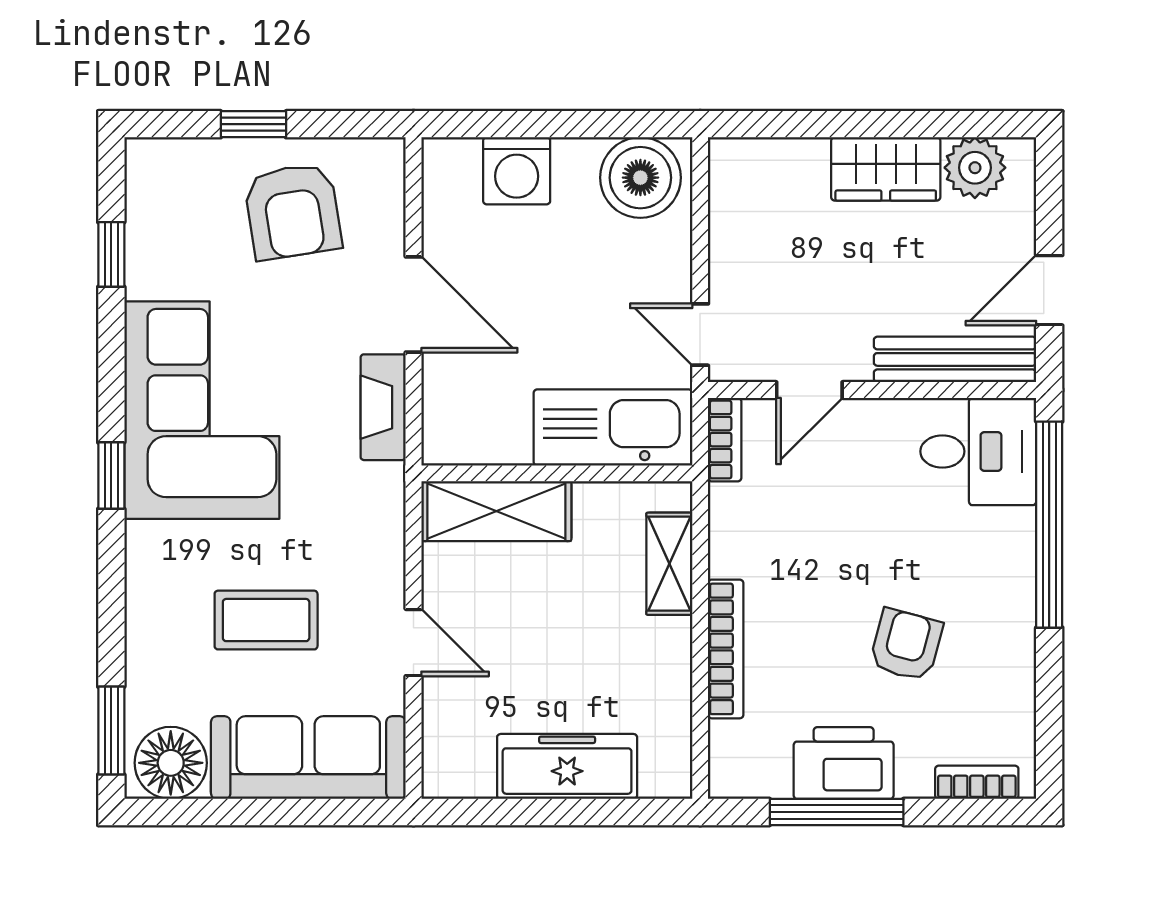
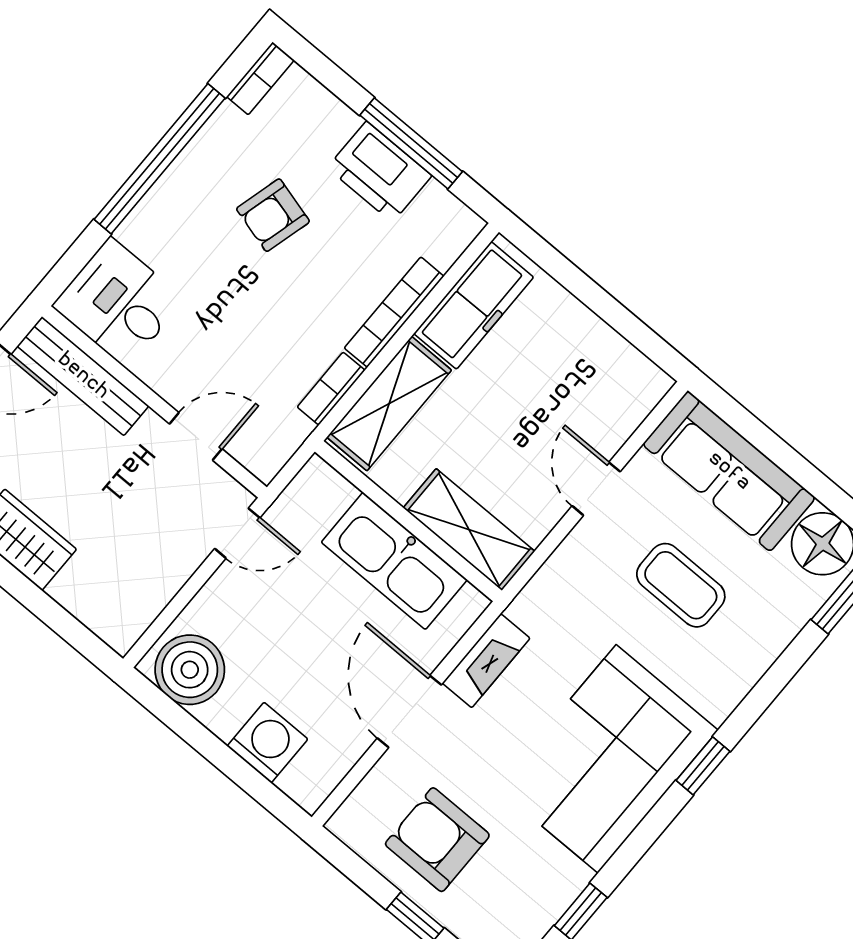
armchair: (293, 211) -> (437, 840), turned -81
door: (700, 335) -> (237, 533), hinge flipped
kitchen sink: (613, 427) -> (394, 561), moved
bookcase: (725, 440) -> (331, 389), moved
window: (1049, 525) -> (160, 159), moved
shelving: (669, 564) -> (389, 404), width x1.50, depth x1.33
freezer: (567, 766) -> (474, 305), moved, turned -90
bookcase: (977, 782) -> (260, 78), moved, turned -90

